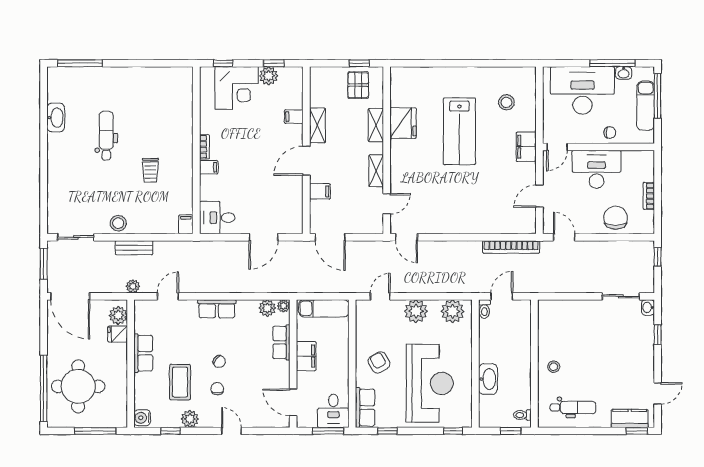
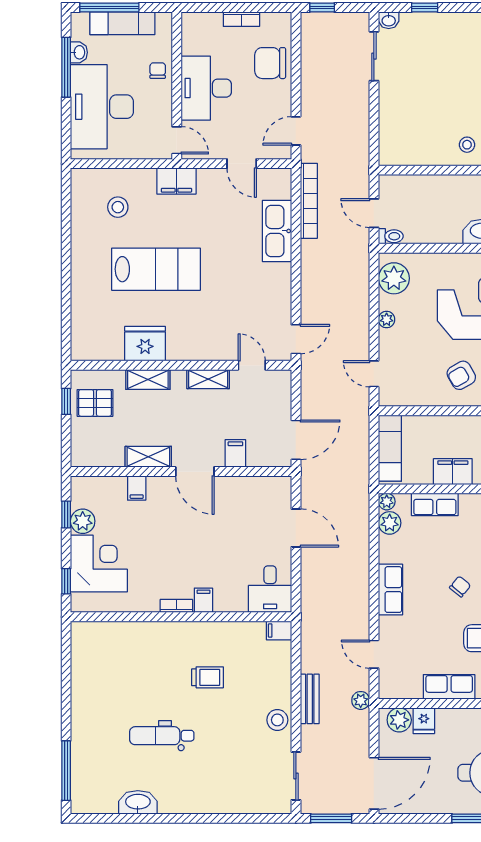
kitchen sink: (488, 223) -> (277, 231), added
plant: (416, 311) -> (387, 319), width x0.53, depth x0.53

